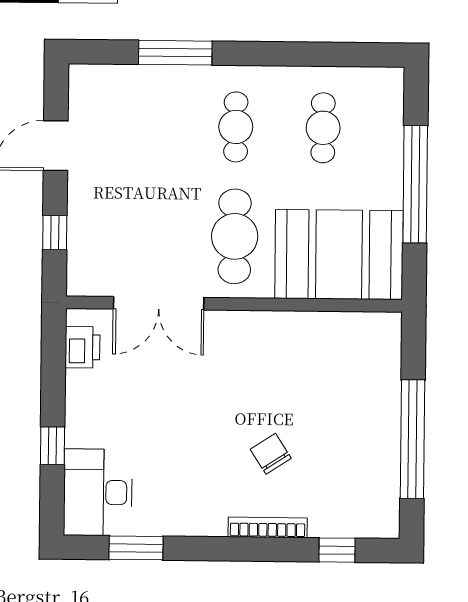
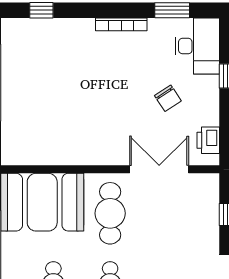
chair: (271, 454) -> (168, 98), moved
bookcase: (268, 527) -> (121, 24), moved

